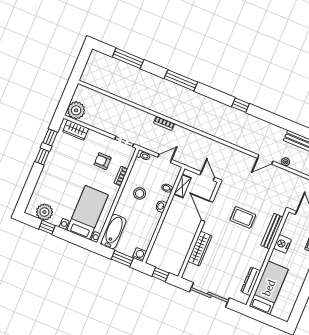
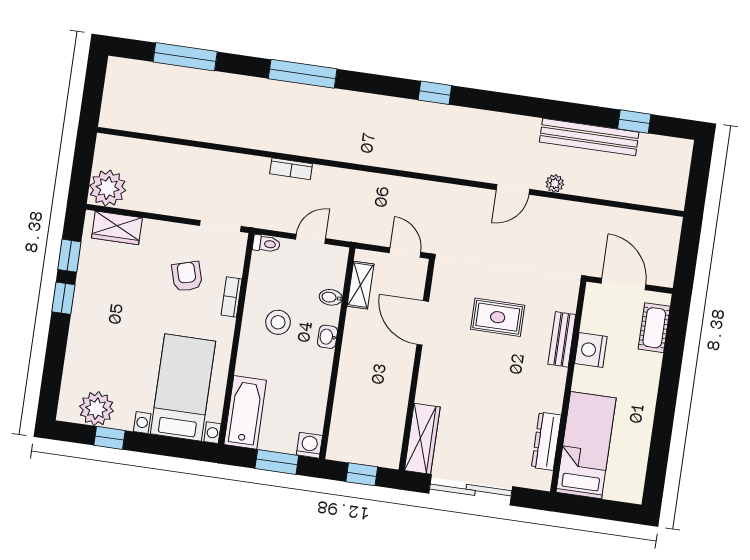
armchair: (103, 161) -> (187, 276), turned 74
bench: (272, 231) -> (562, 339), width x0.73
wardrobe: (200, 249) -> (422, 439), moved

